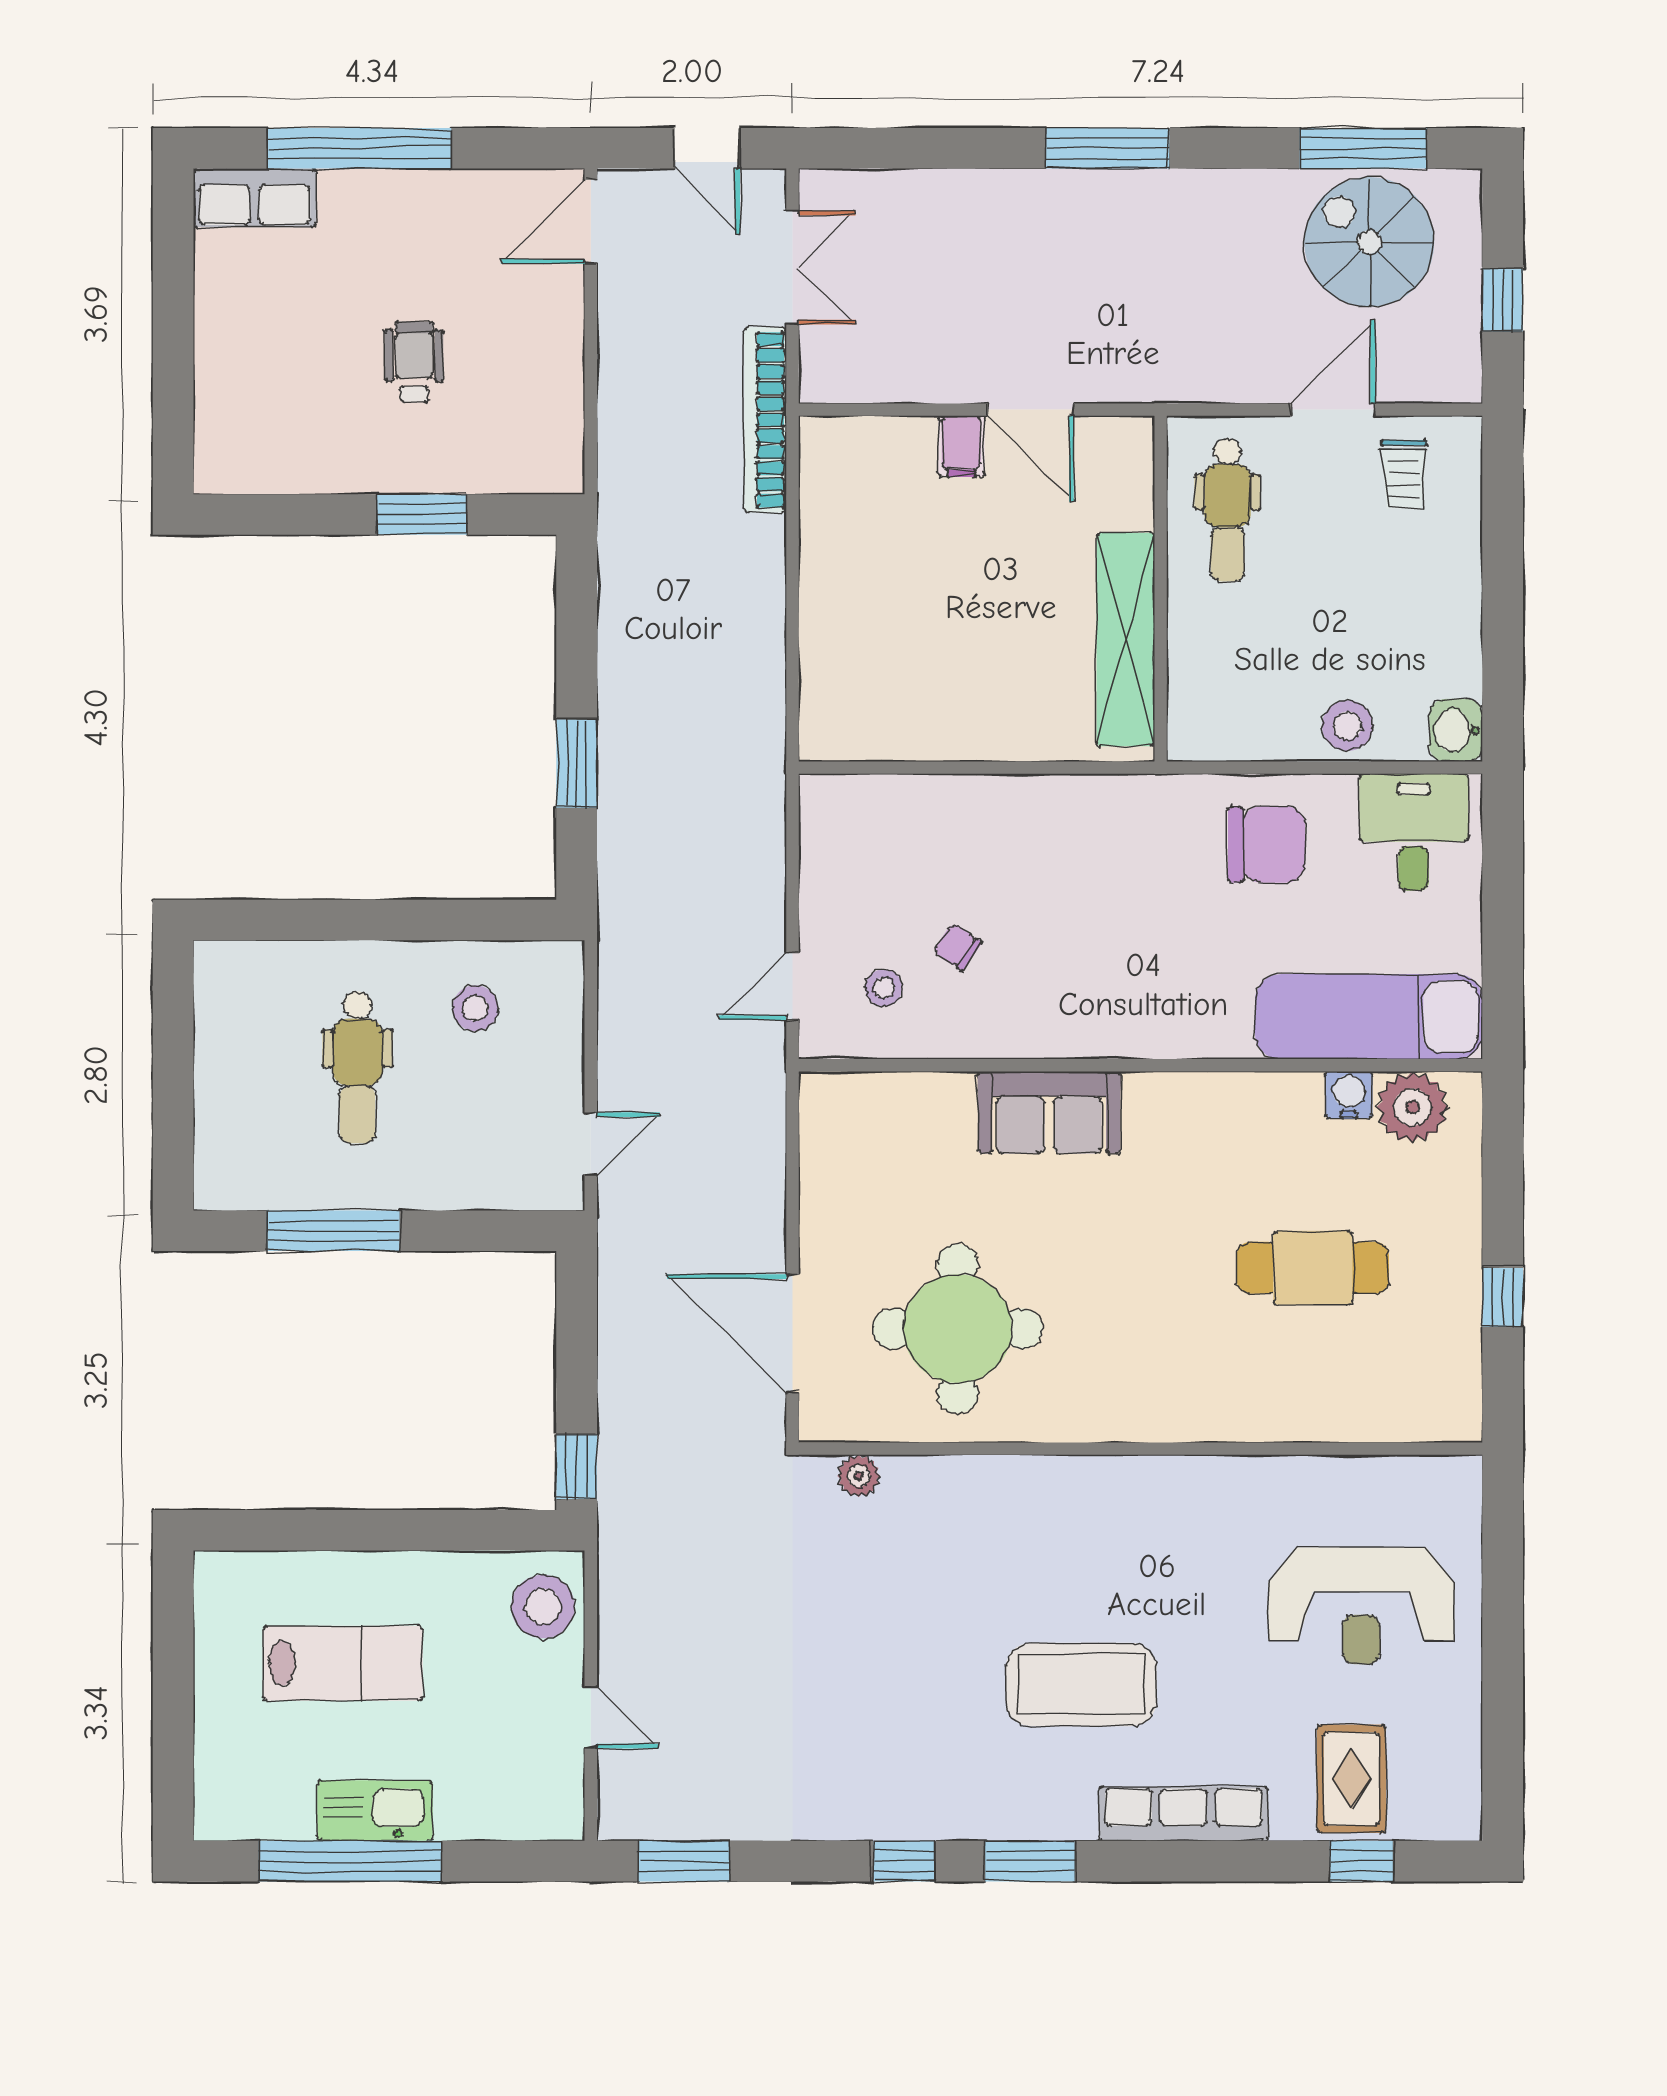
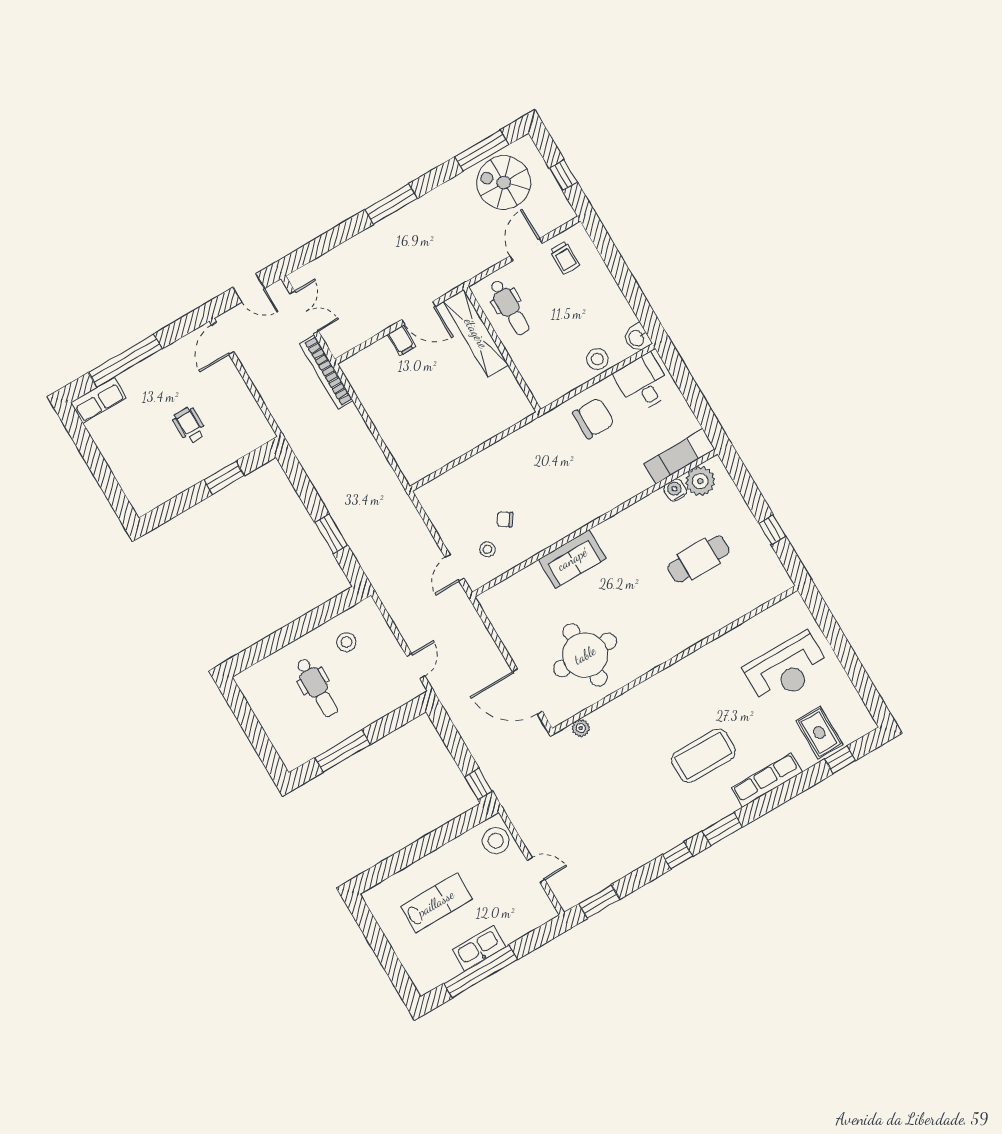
shelving: (1126, 639) -> (476, 333), moved
exam couch: (1369, 1017) -> (679, 456), width x0.73, depth x0.69

